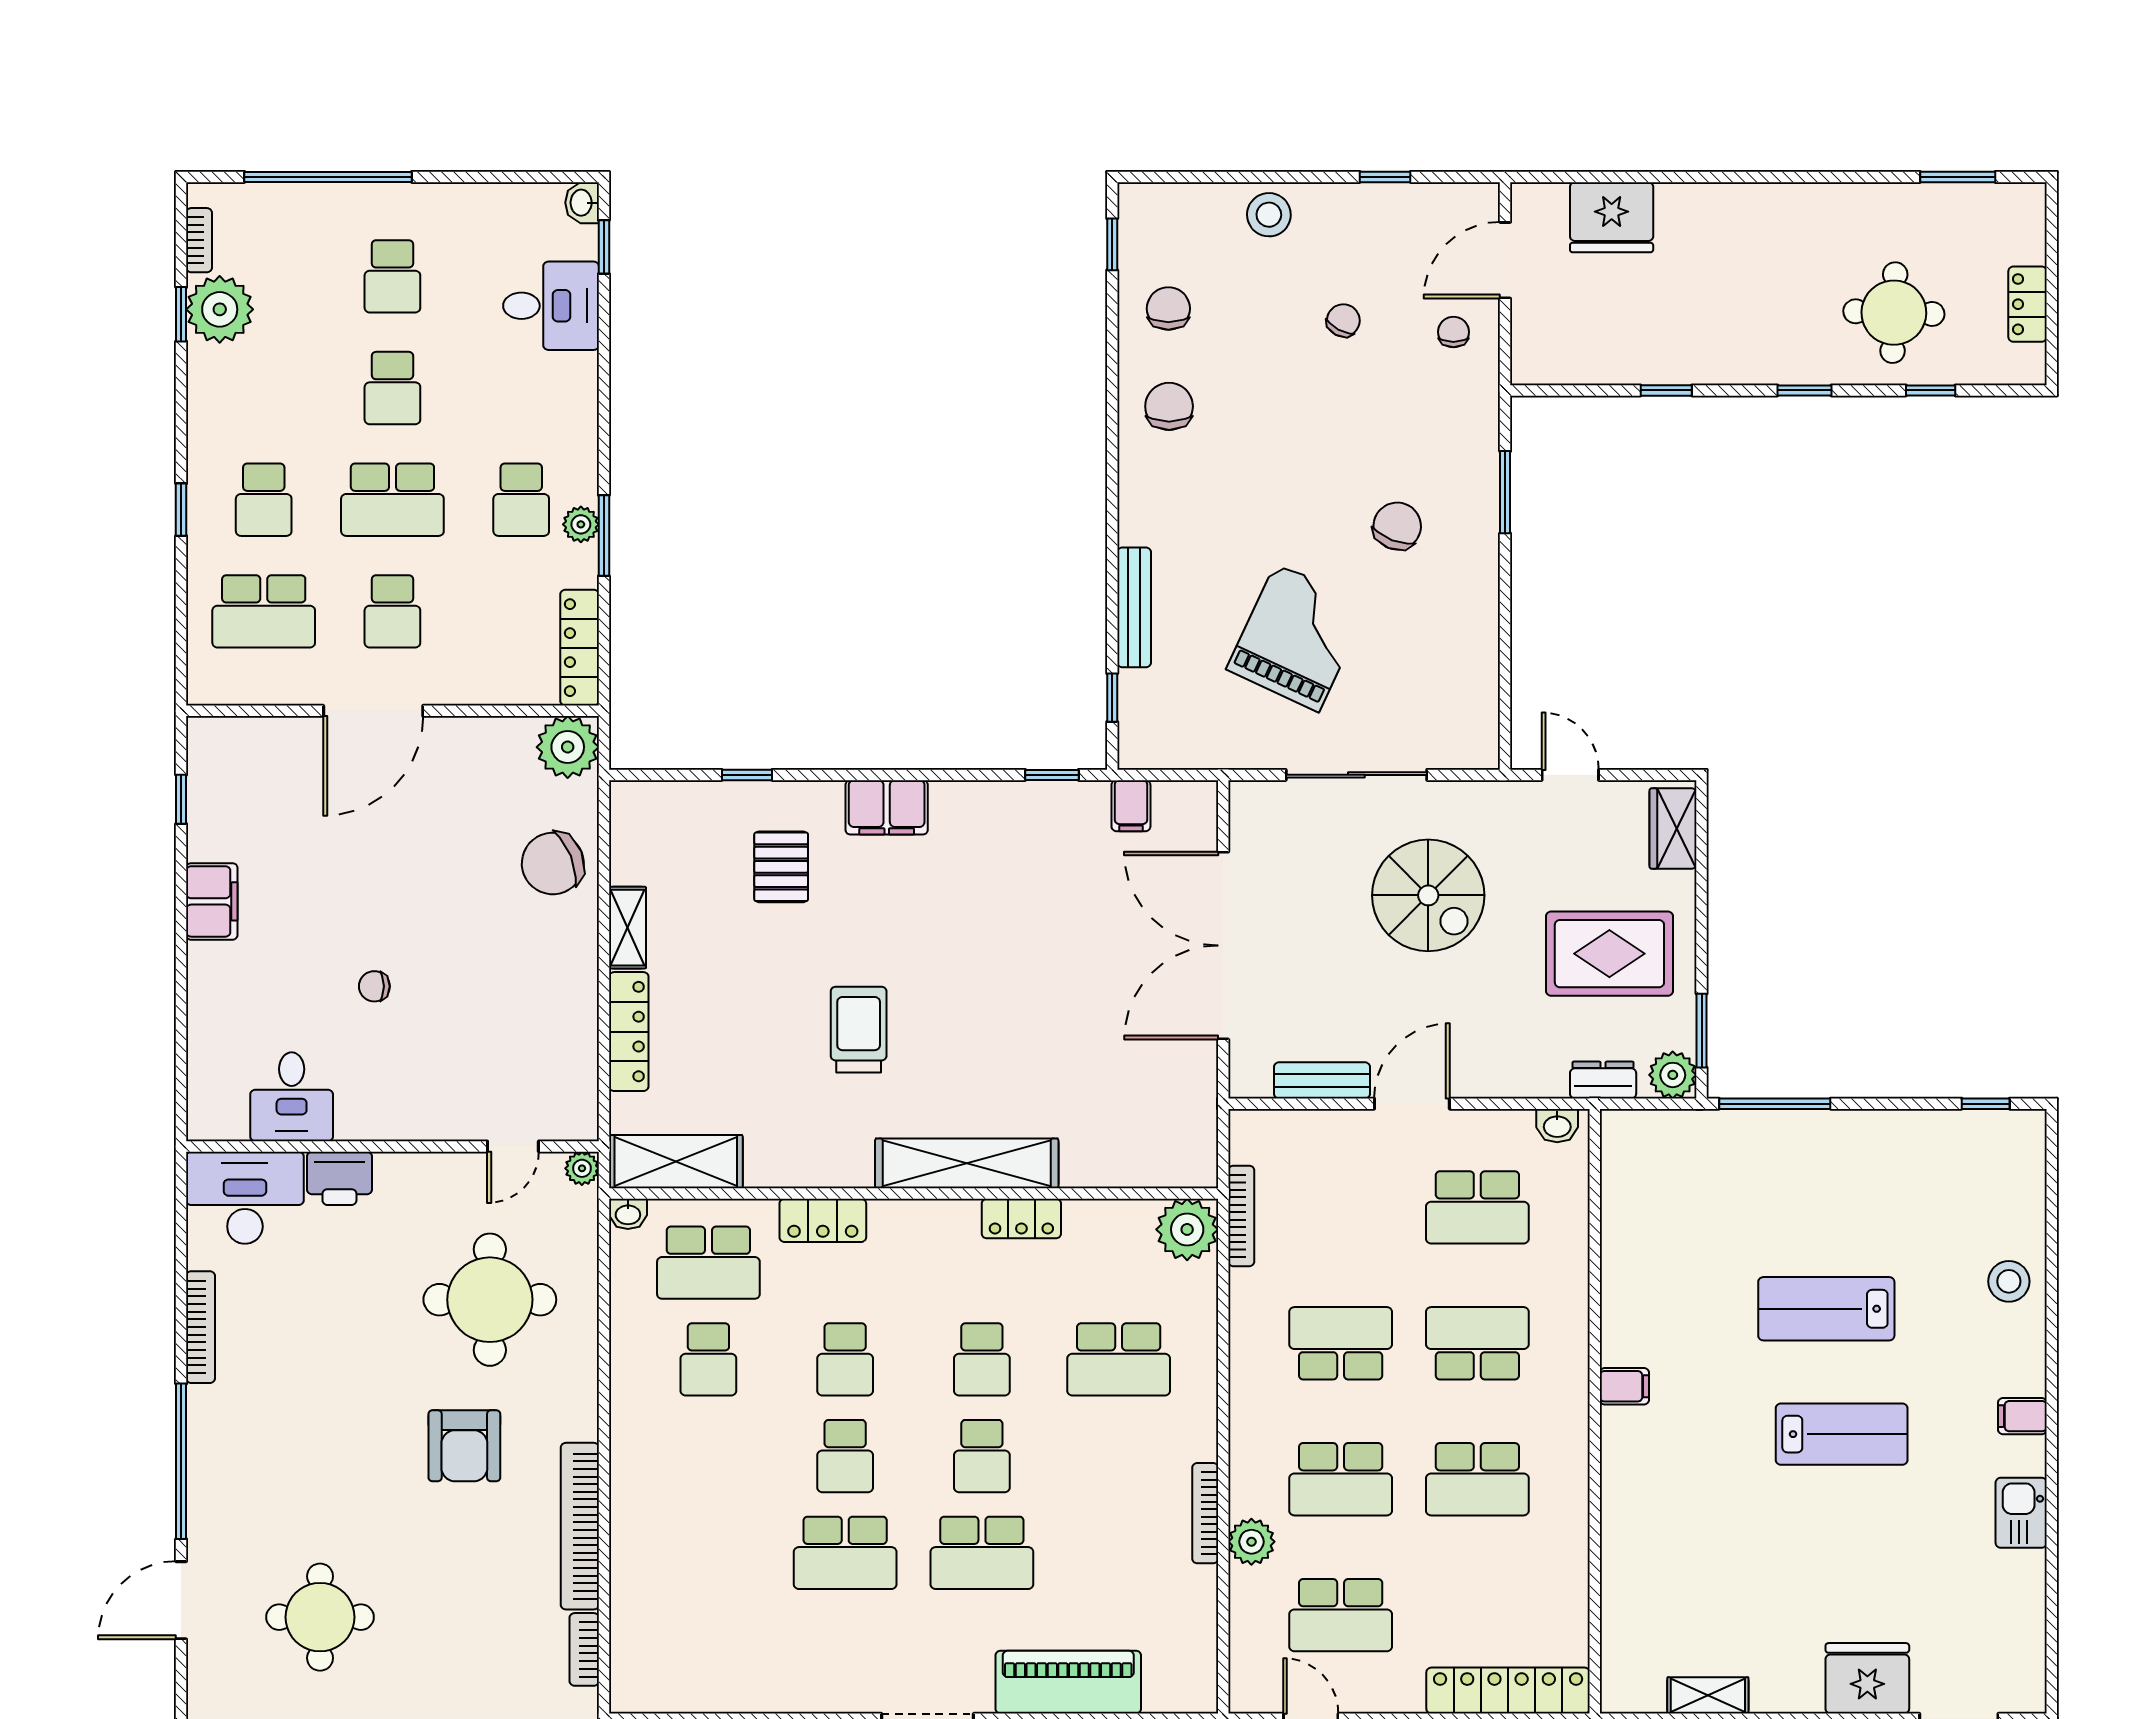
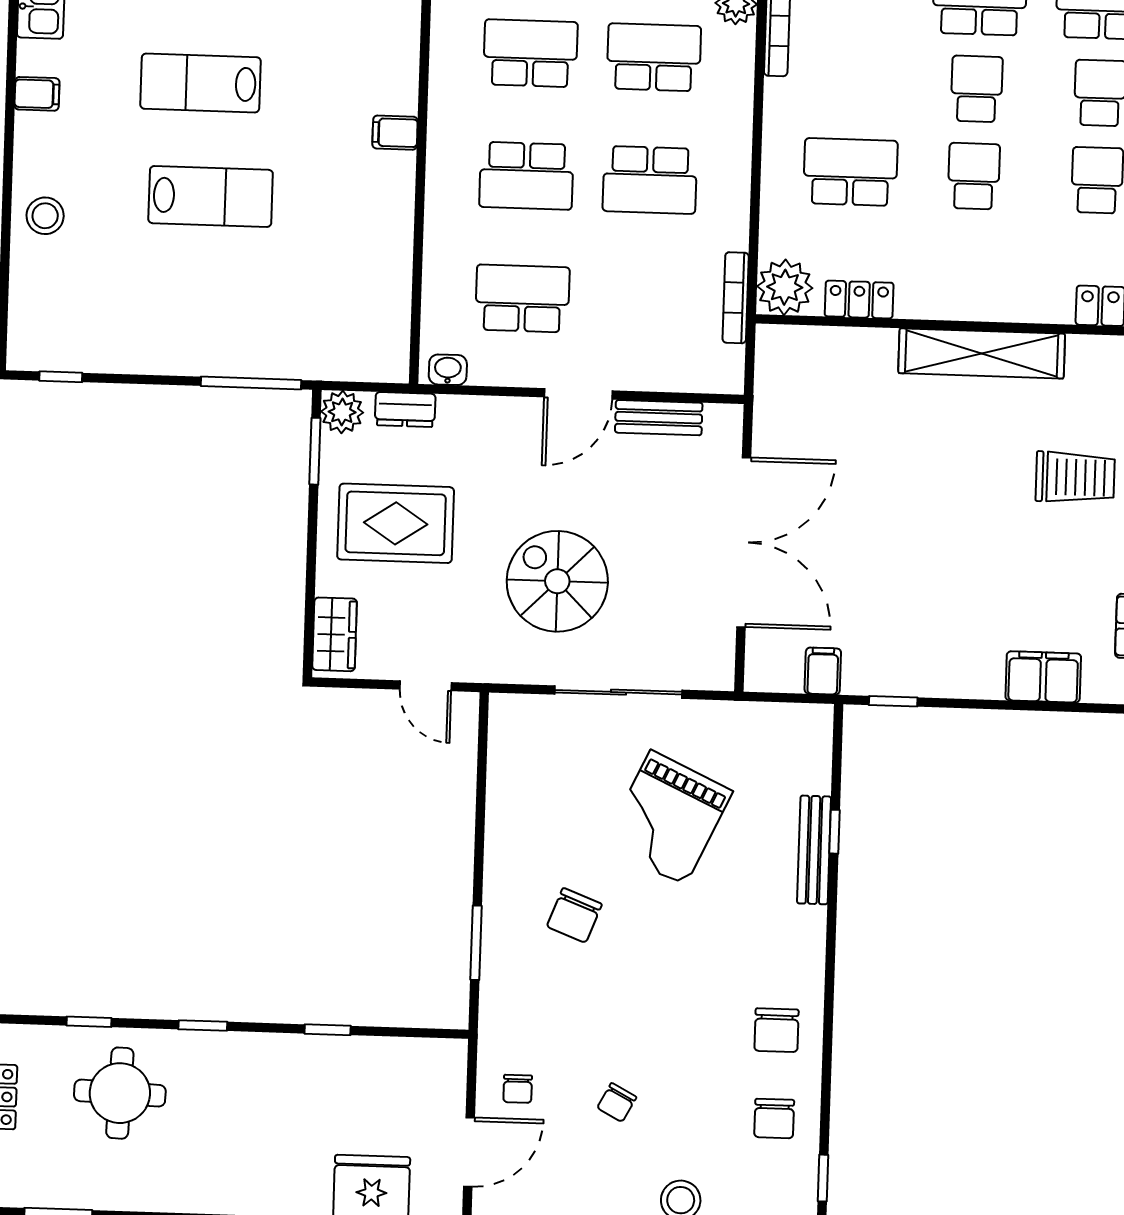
window: (1112, 698) -> (834, 832), moved
trolley: (859, 1030) -> (1075, 477), turned -90
locker: (1021, 1219) -> (859, 300), moved

